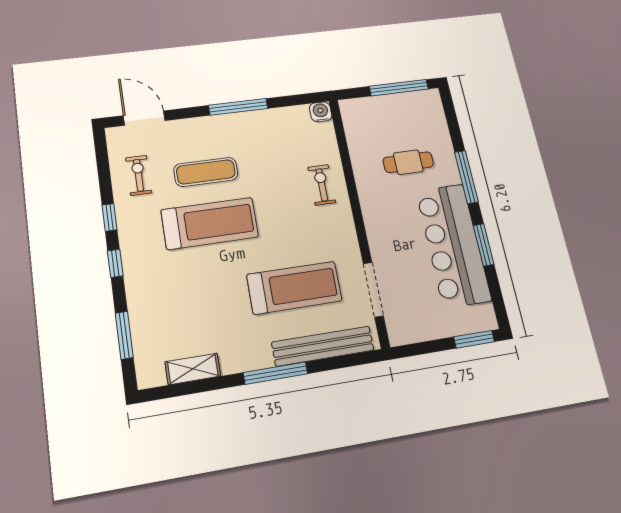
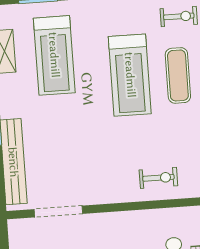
treadmill: (294, 288) -> (54, 55), moved

